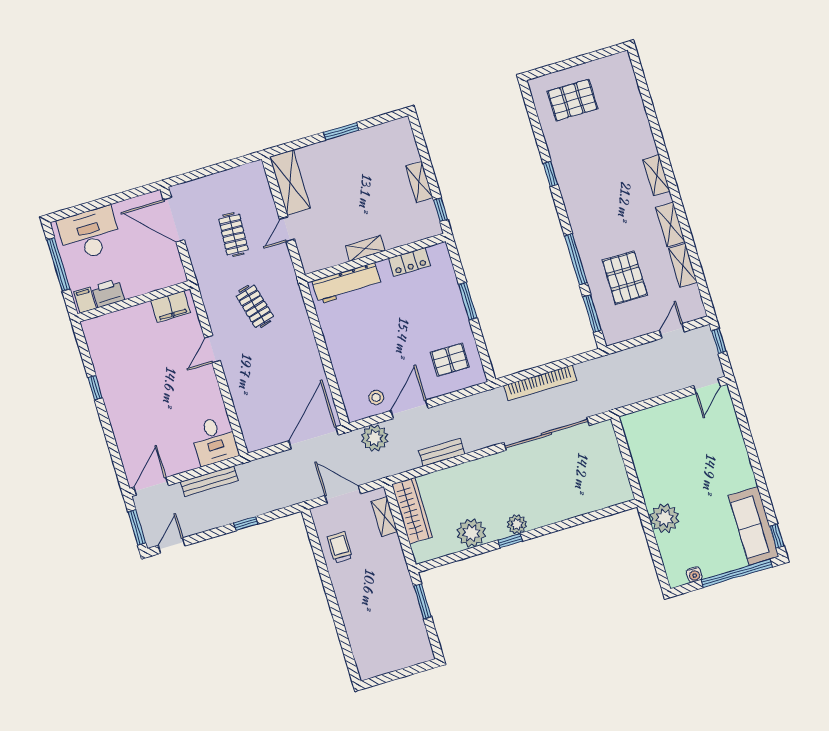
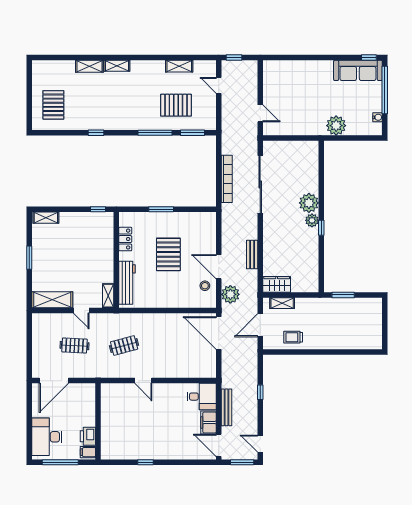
shelving: (419, 182) -> (46, 218), moved
shelving: (670, 225) -> (89, 66), moved
shelving: (365, 248) -> (108, 296), moved
filing cabinet: (171, 307) -> (208, 422), moved, turned 180
pallet: (450, 360) -> (168, 254), moved, width x1.50, depth x1.42
door: (707, 386) -> (260, 113), moved
wardrobe: (412, 511) -> (277, 284), width x0.67
plant: (471, 533) -> (309, 203), moved

